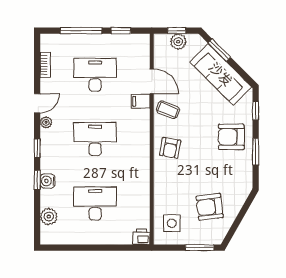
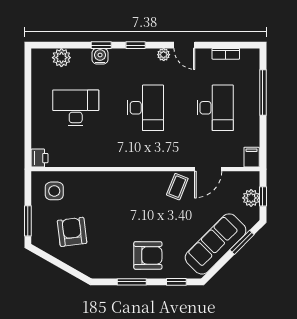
window: (121, 31) -> (263, 136), removed
filing cabinet: (141, 101) -> (252, 157), moved
armchair: (231, 137) -> (148, 255), turned 90
armchair: (170, 148) -> (136, 189), removed
desk: (95, 203) -> (76, 108), turned -90

